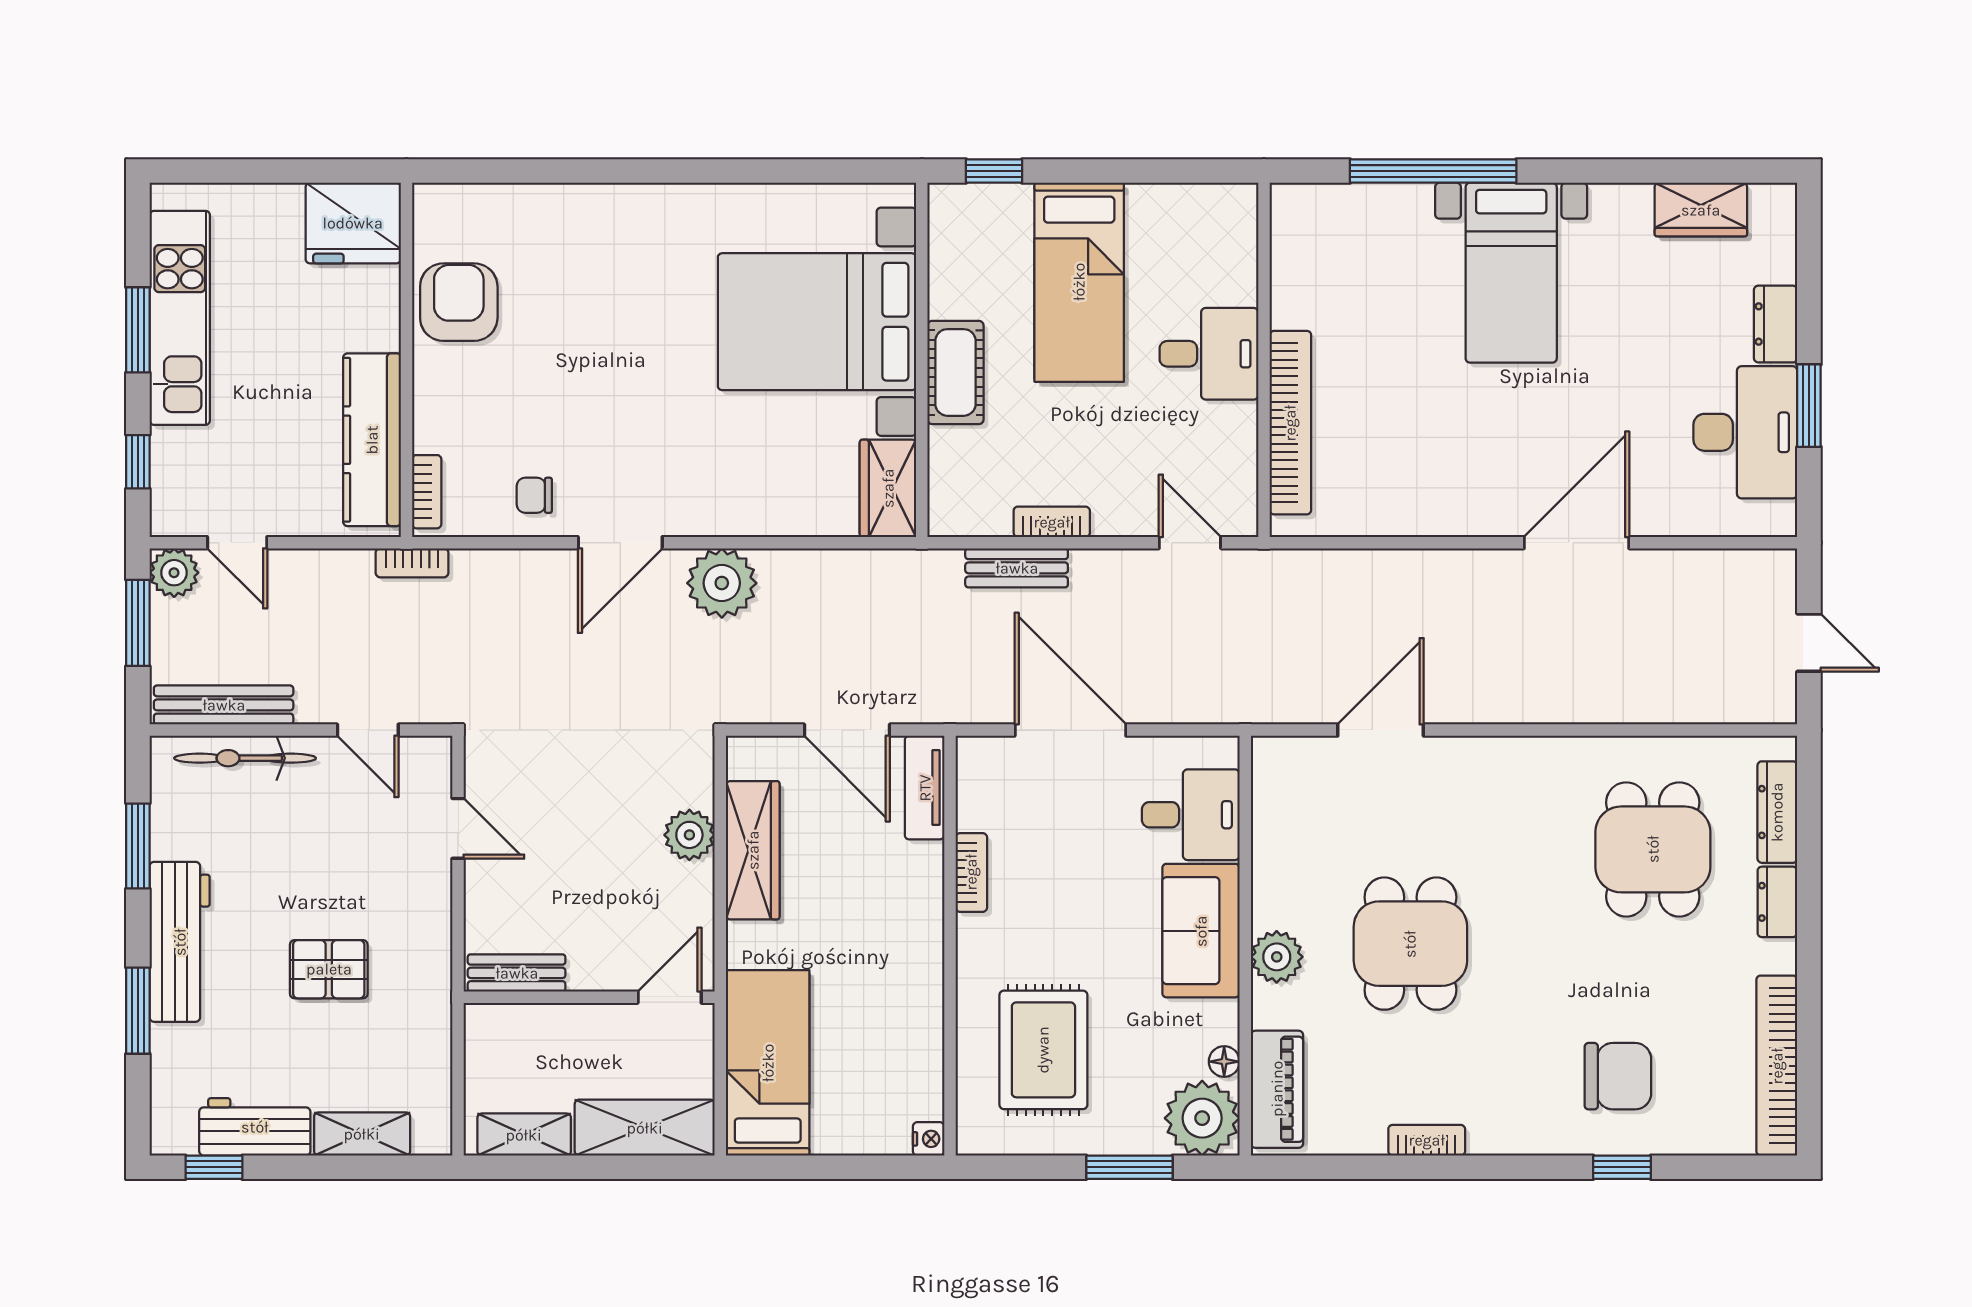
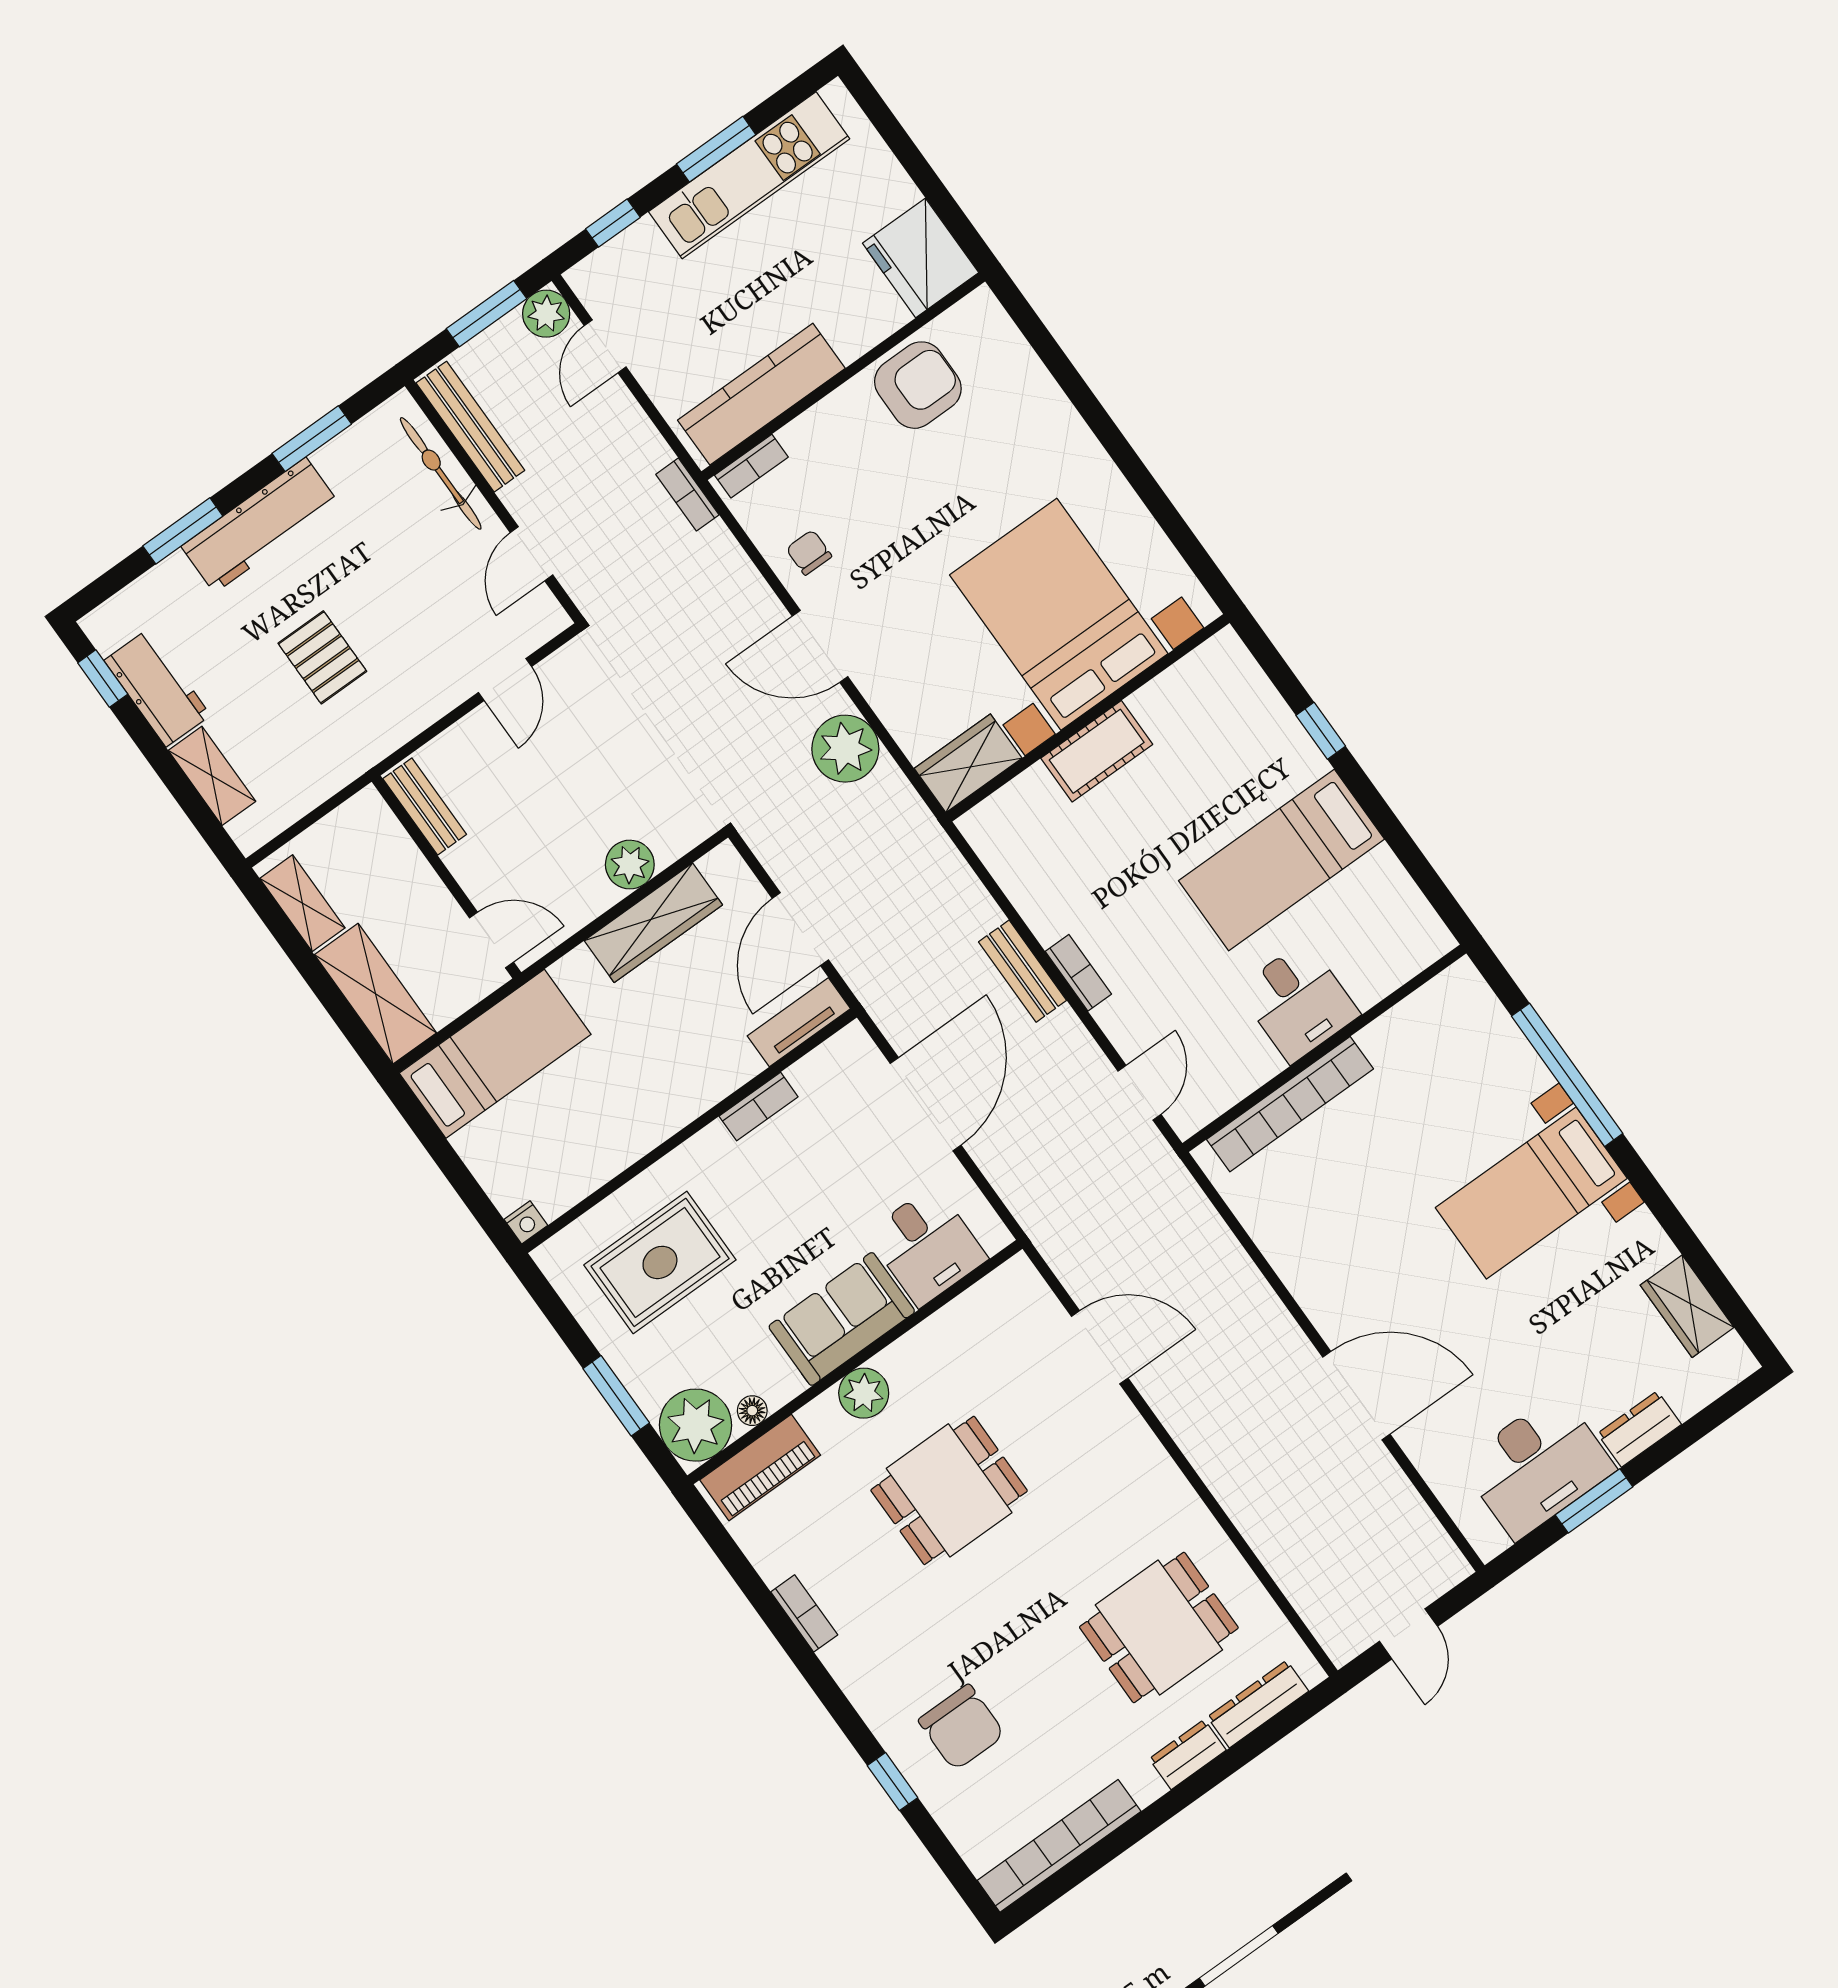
bed with nightstands: (817, 322) -> (1059, 614), moved
wall: (922, 360) -> (1088, 718), moved
cot: (956, 372) -> (1097, 751), moved
wardrobe: (888, 488) -> (968, 763), moved

